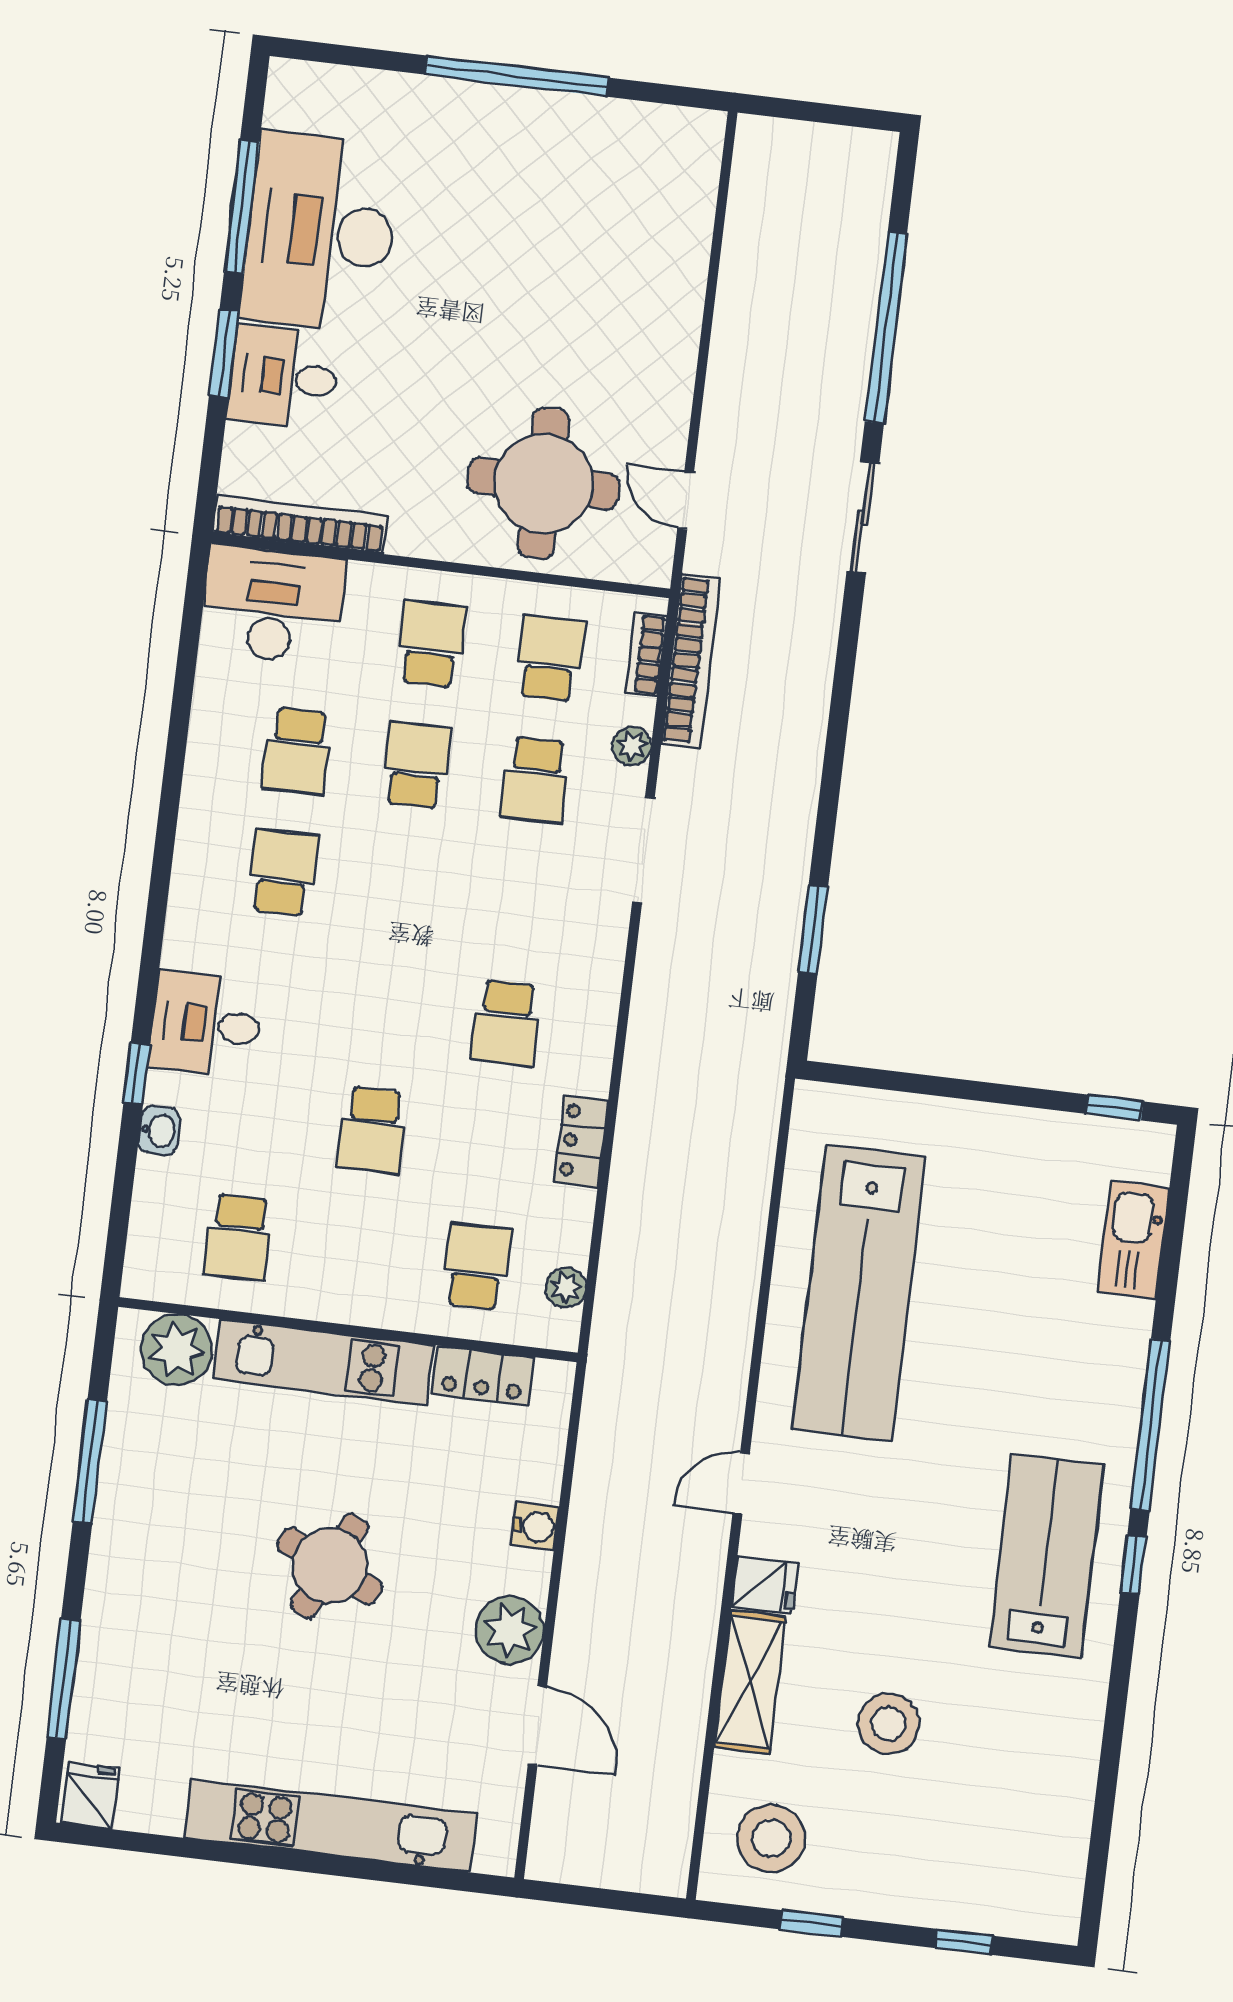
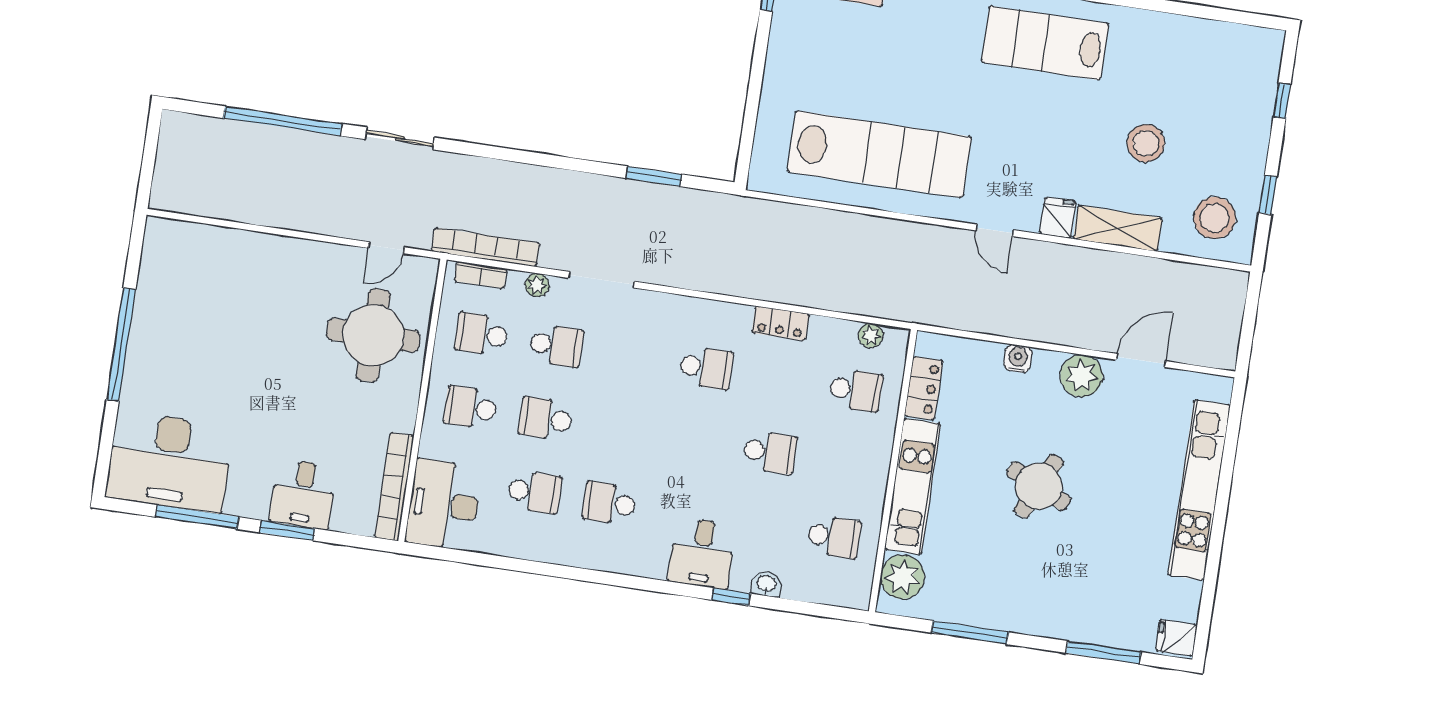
desk: (321, 232) -> (169, 462), moved
school desk: (476, 1266) -> (856, 390), turned 180

